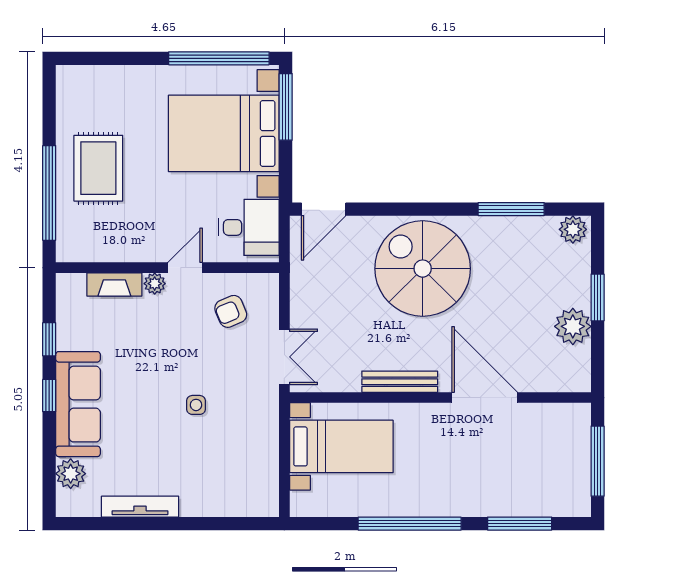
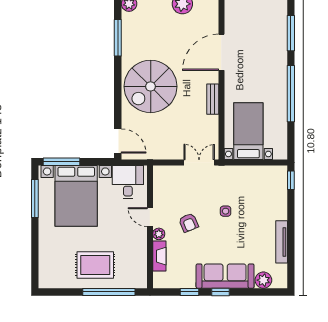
window: (219, 58) -> (35, 199), width x0.68
armchair: (231, 311) -> (189, 223), moved
bench: (400, 382) -> (213, 99), width x0.73
window: (252, 524) -> (291, 180), added

